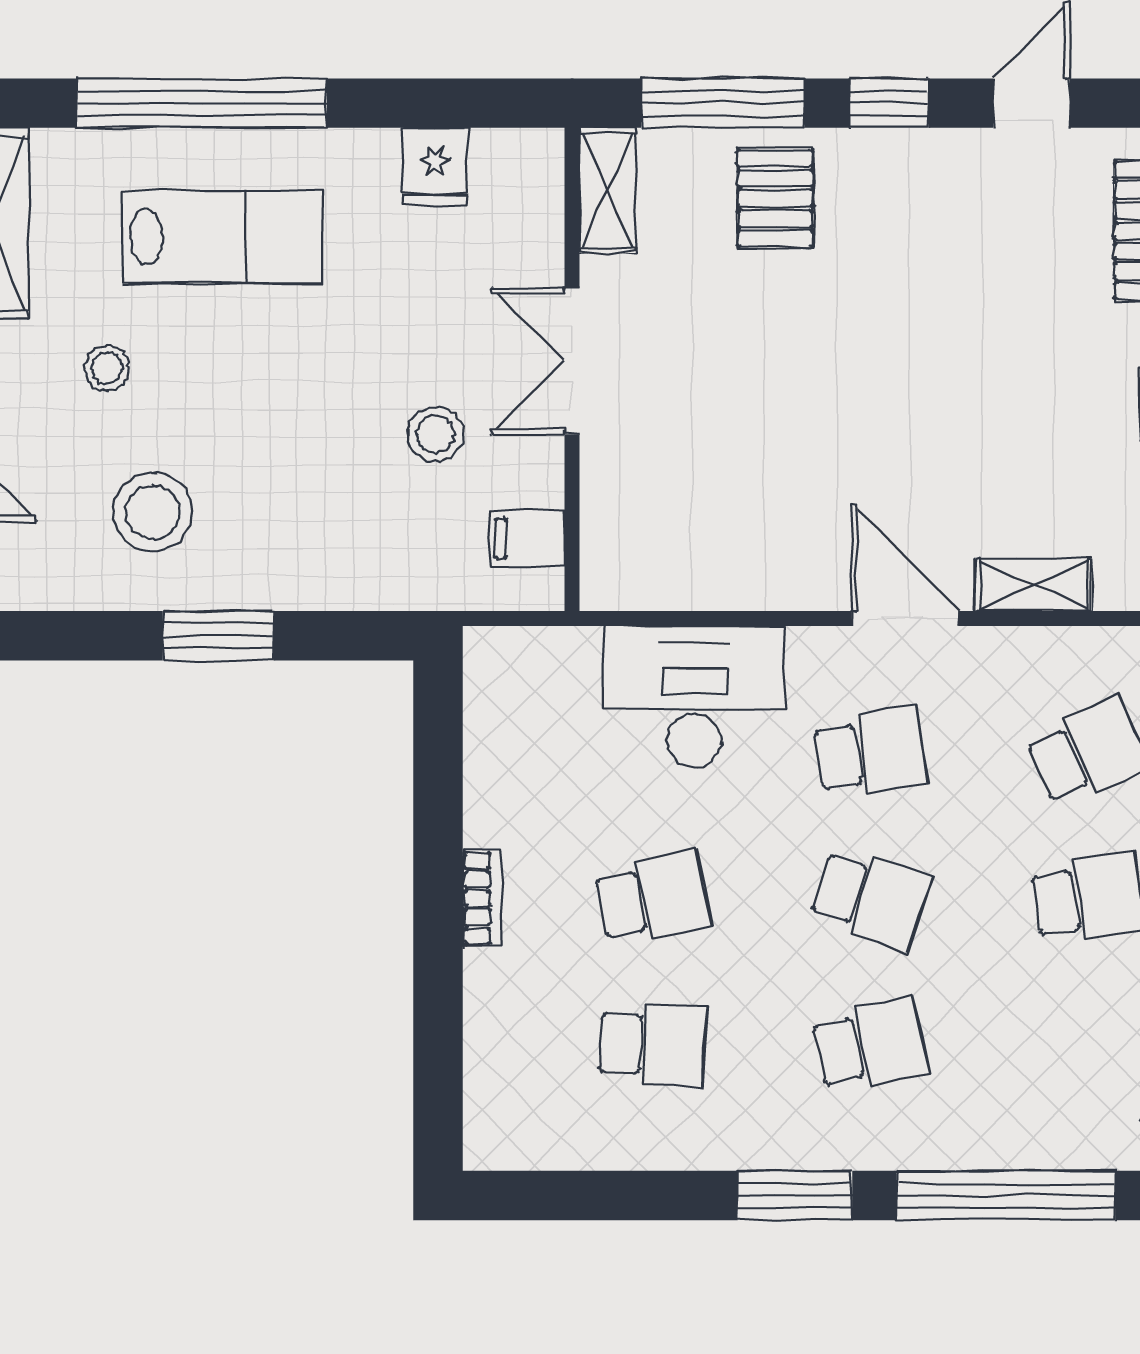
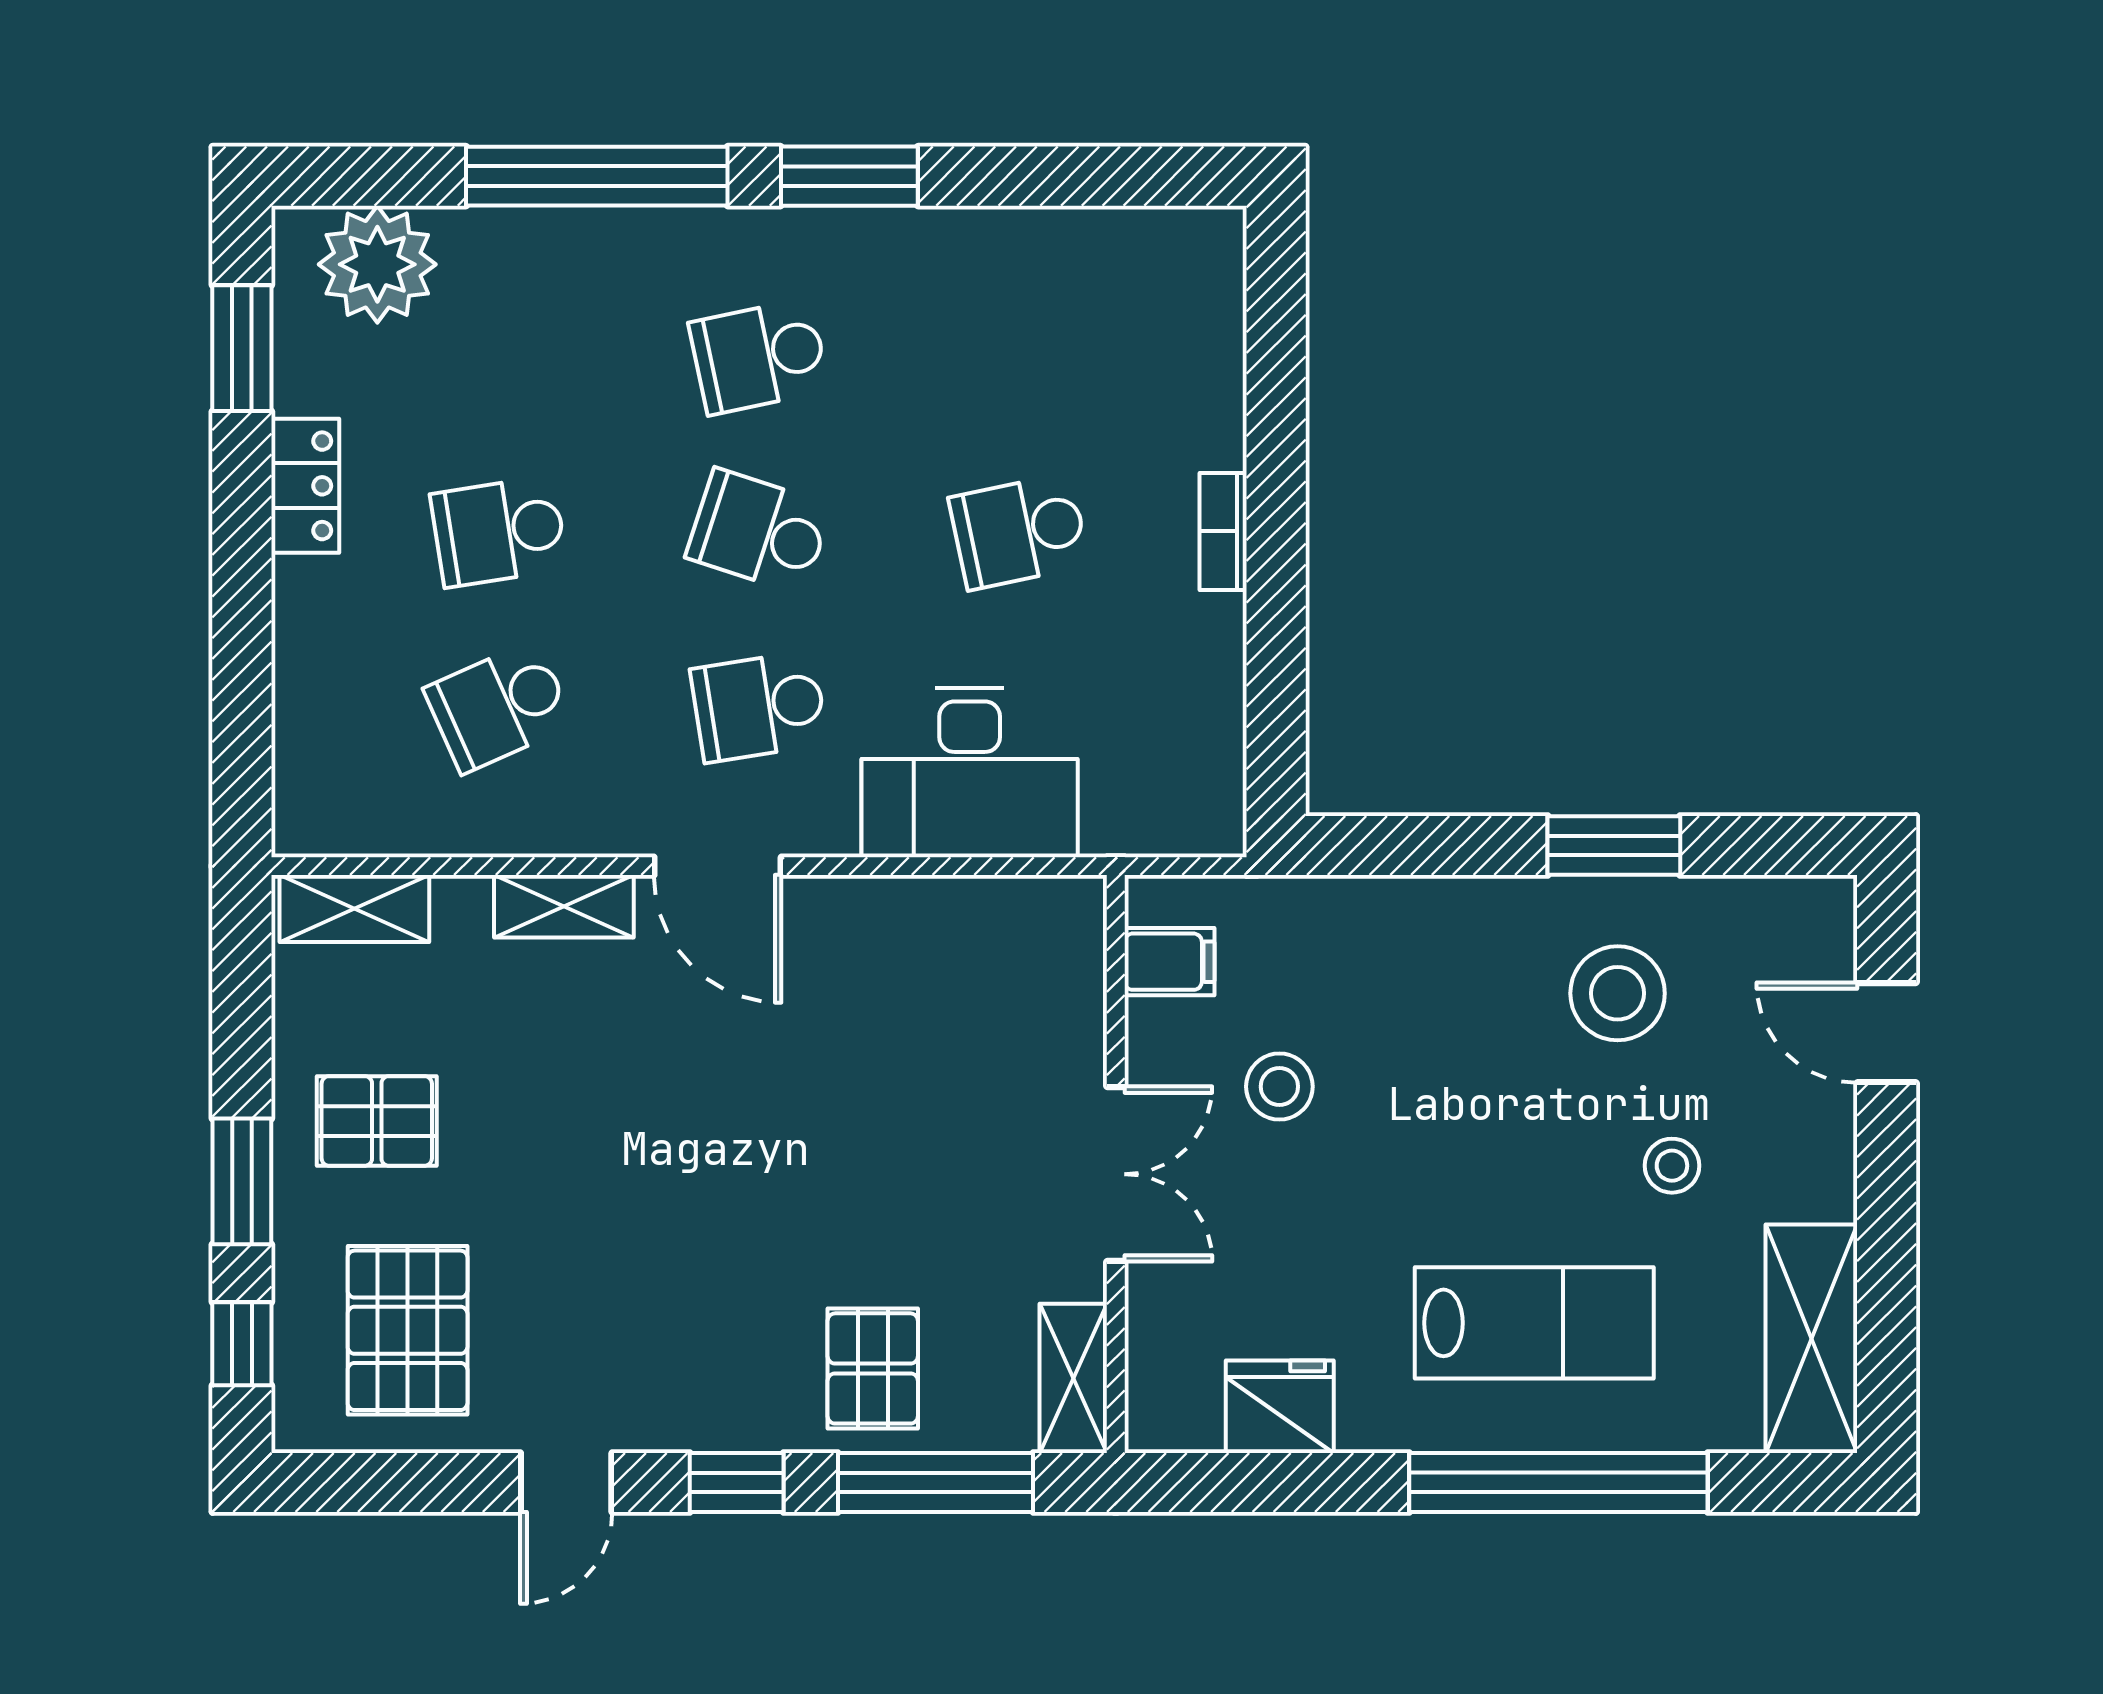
fridge: (435, 167) -> (1280, 1407), width x1.38
lab bench: (222, 237) -> (1534, 1323), turned 180
window: (218, 636) -> (1614, 846), moved
school desk: (653, 1045) -> (1019, 356), removed

